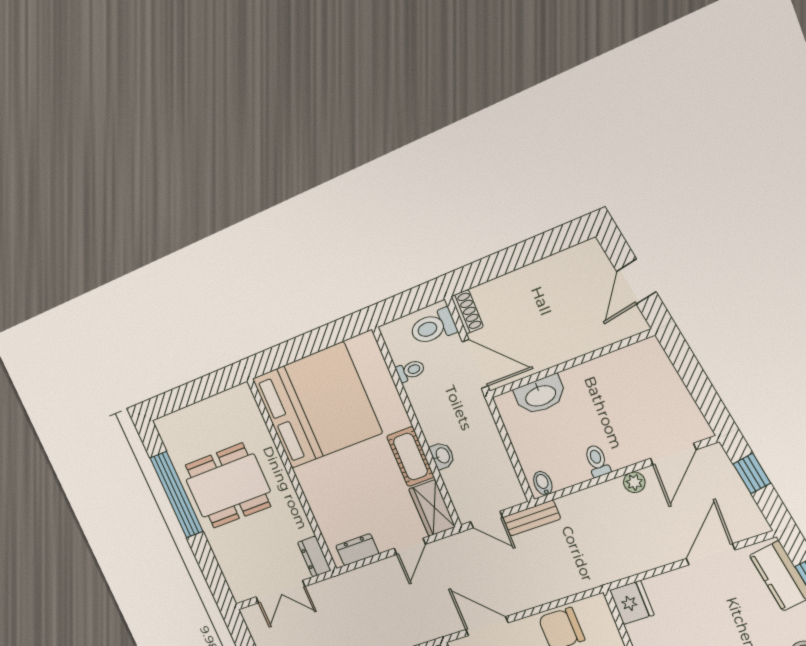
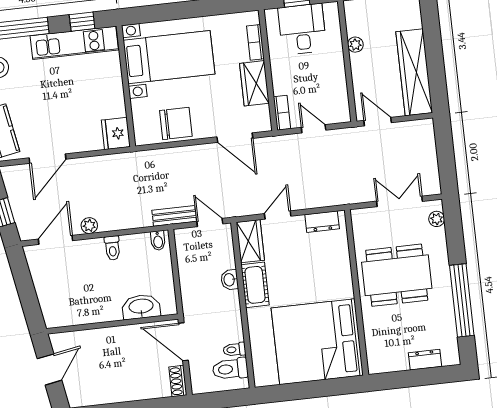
toilet: (433, 327) -> (230, 369), moved, turned 180
dining table: (228, 486) -> (397, 275), moved
dresser: (314, 557) -> (425, 360), moved, turned -90
plant: (234, 581) -> (437, 219), added

